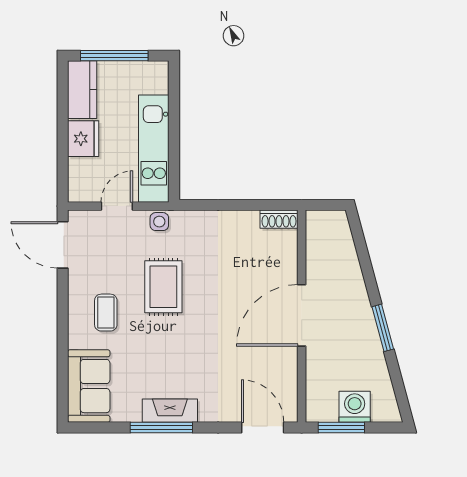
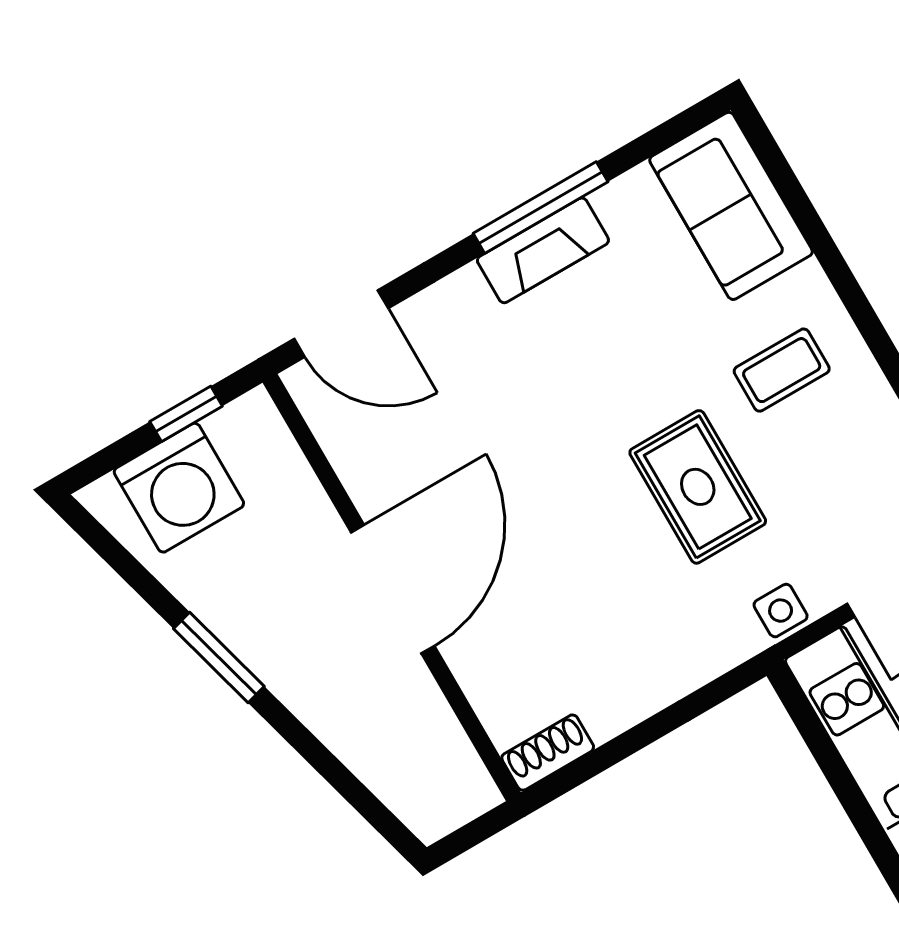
coffee table: (106, 313) -> (782, 370), turned 90
washing machine: (355, 407) -> (179, 488), width x1.37, depth x1.37
window: (341, 427) -> (186, 414), width x0.67

